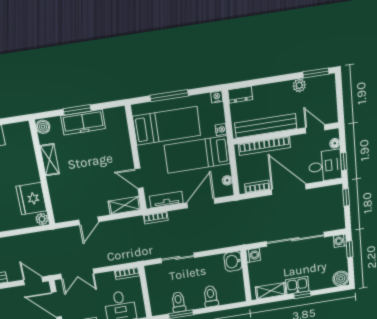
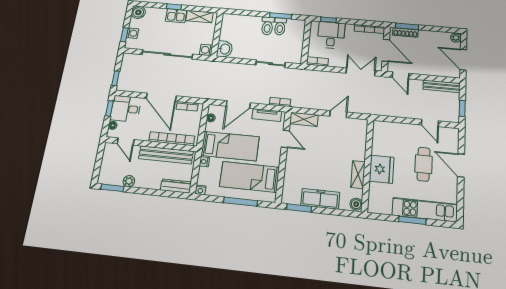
dresser: (240, 95) -> (176, 186), width x1.44
window: (77, 110) -> (299, 208), moved
fridge: (31, 199) -> (382, 169), moved
plant: (42, 219) -> (379, 126), removed
washing machine: (340, 241) -> (132, 33), moved
toilet: (211, 296) -> (267, 26), moved

